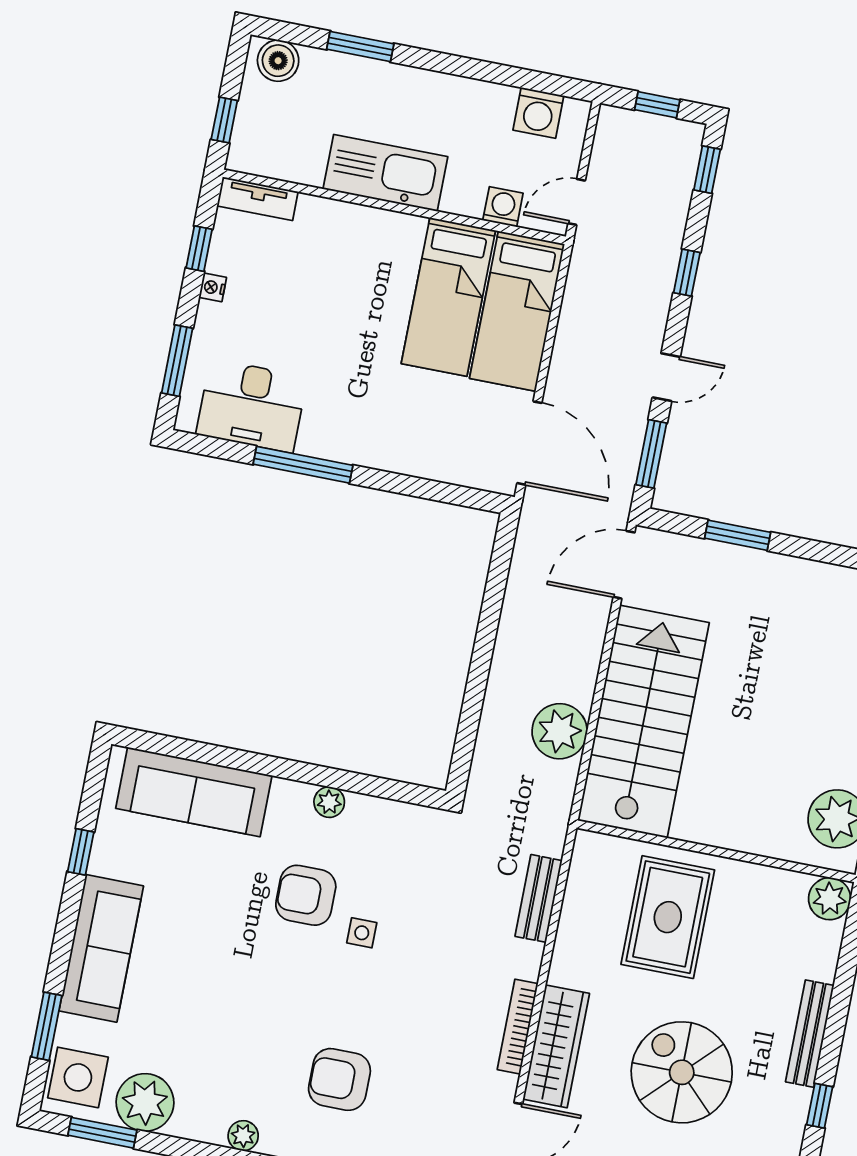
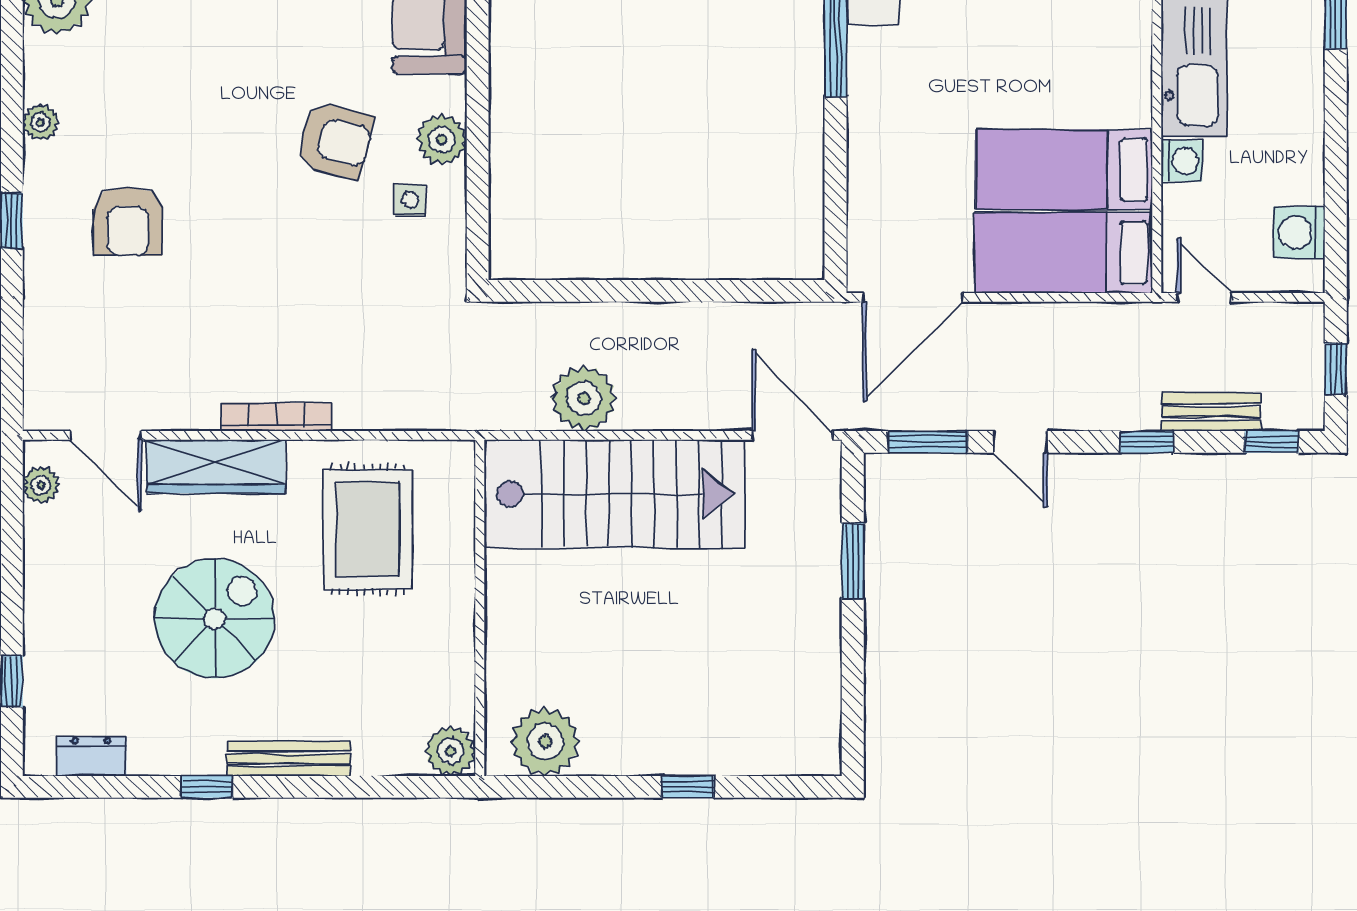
washing machine: (503, 207) -> (1182, 161), moved
plant: (329, 802) -> (442, 139), width x1.38, depth x1.38
armchair: (306, 895) -> (335, 140), turned 104
bench: (539, 898) -> (1211, 412), moved
rug: (668, 917) -> (368, 529), moved, turned 90
side table: (362, 933) -> (410, 200), moved
bookcase: (518, 1027) -> (277, 417), moved
armchair: (339, 1079) -> (128, 222), turned 180

